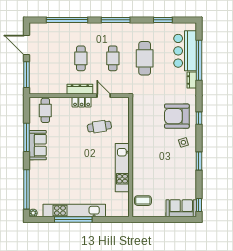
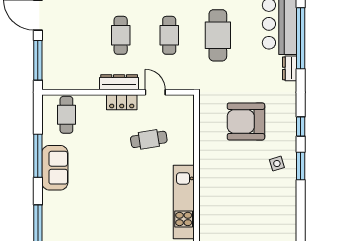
armchair: (177, 116) -> (246, 121), moved
window: (199, 161) -> (301, 166), moved

